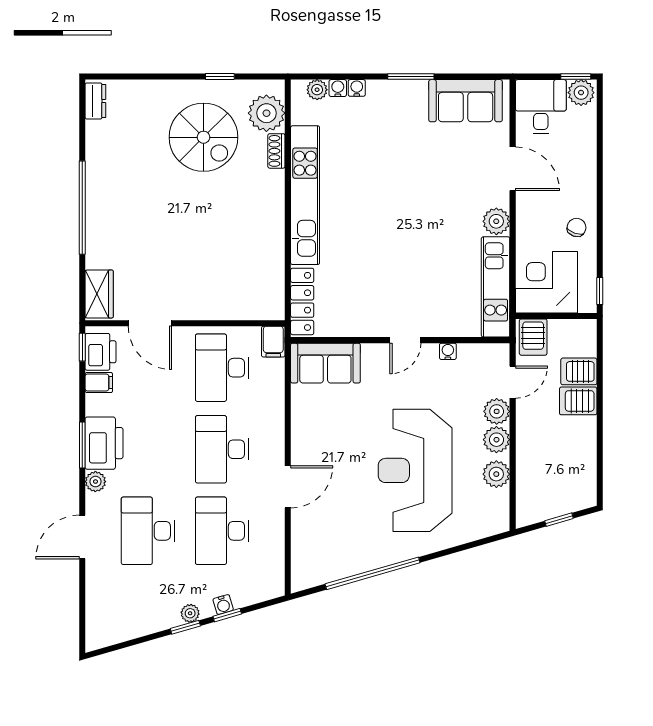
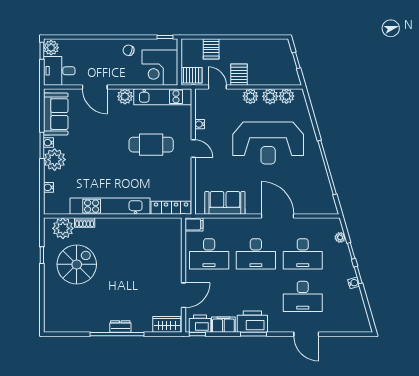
water cooler: (357, 88) -> (48, 143), moved
plant: (317, 90) -> (55, 160), moved, width x1.88, depth x1.88
dresser: (95, 101) -> (120, 327), moved
door: (513, 169) -> (95, 87), swing flipped
cafe table: (412, 267) -> (151, 145), added
sofa: (325, 363) -> (225, 203), moved, turned -90
filing cabinet: (99, 383) -> (223, 325), width x2.00
server rack: (578, 401) -> (239, 75), moved, turned 180
plant: (497, 411) -> (286, 96), moved
plant: (95, 482) -> (274, 327), removed
door: (288, 487) -> (277, 216), width x1.36
water cooler: (223, 605) -> (354, 283), moved
plant: (190, 613) -> (340, 237), moved

